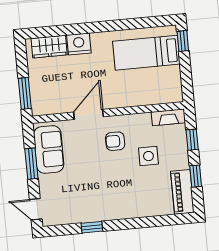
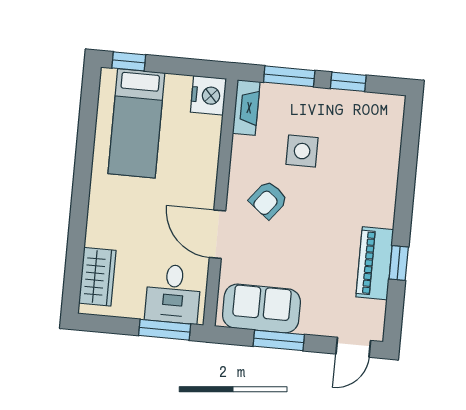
nightstand: (79, 44) -> (208, 95), moved, turned 180
desk: (47, 94) -> (173, 294), added
window: (192, 140) -> (289, 76), width x1.50
armchair: (115, 141) -> (268, 200), turned 38
piano: (182, 192) -> (375, 263), moved, turned 90

